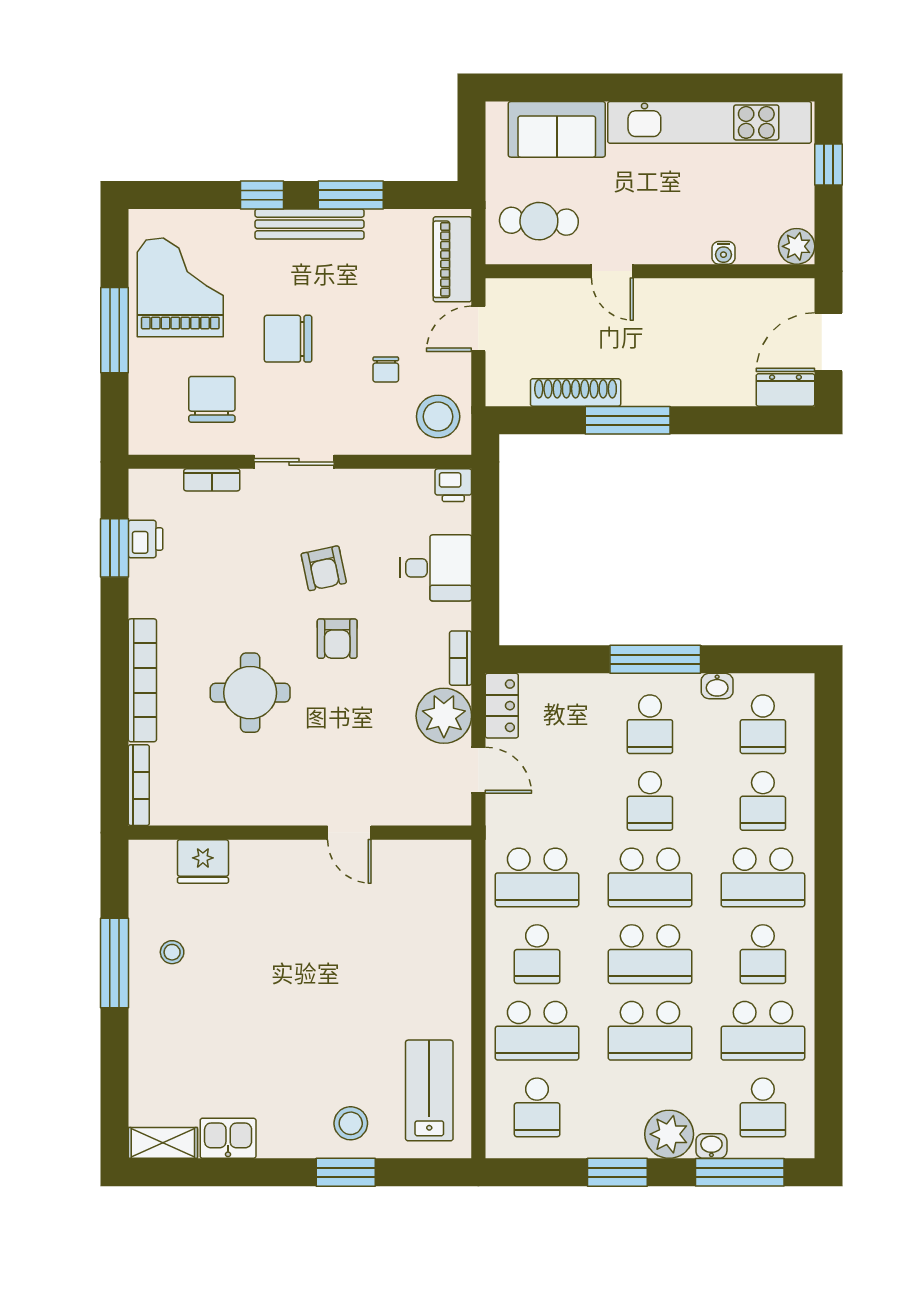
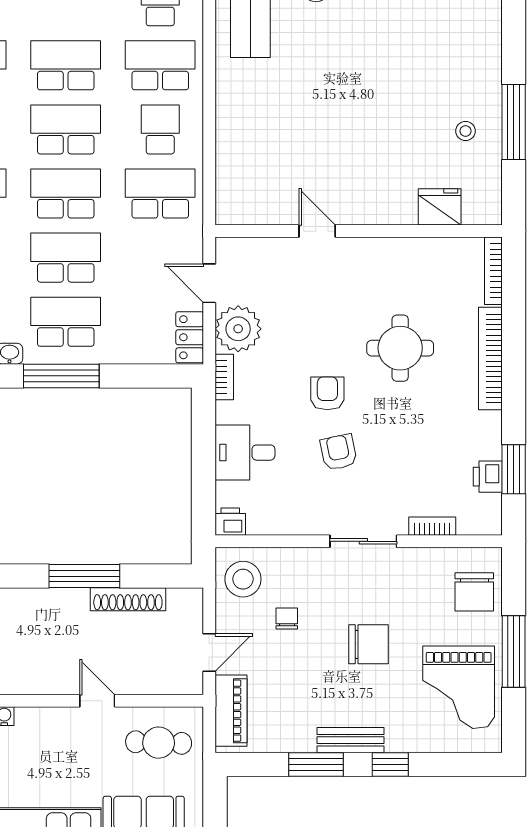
bench: (309, 224) -> (351, 740), width x0.73
chair: (212, 399) -> (474, 592), moved
school desk: (650, 724) -> (66, 322), width x1.85
school desk: (650, 801) -> (66, 258), width x1.85

